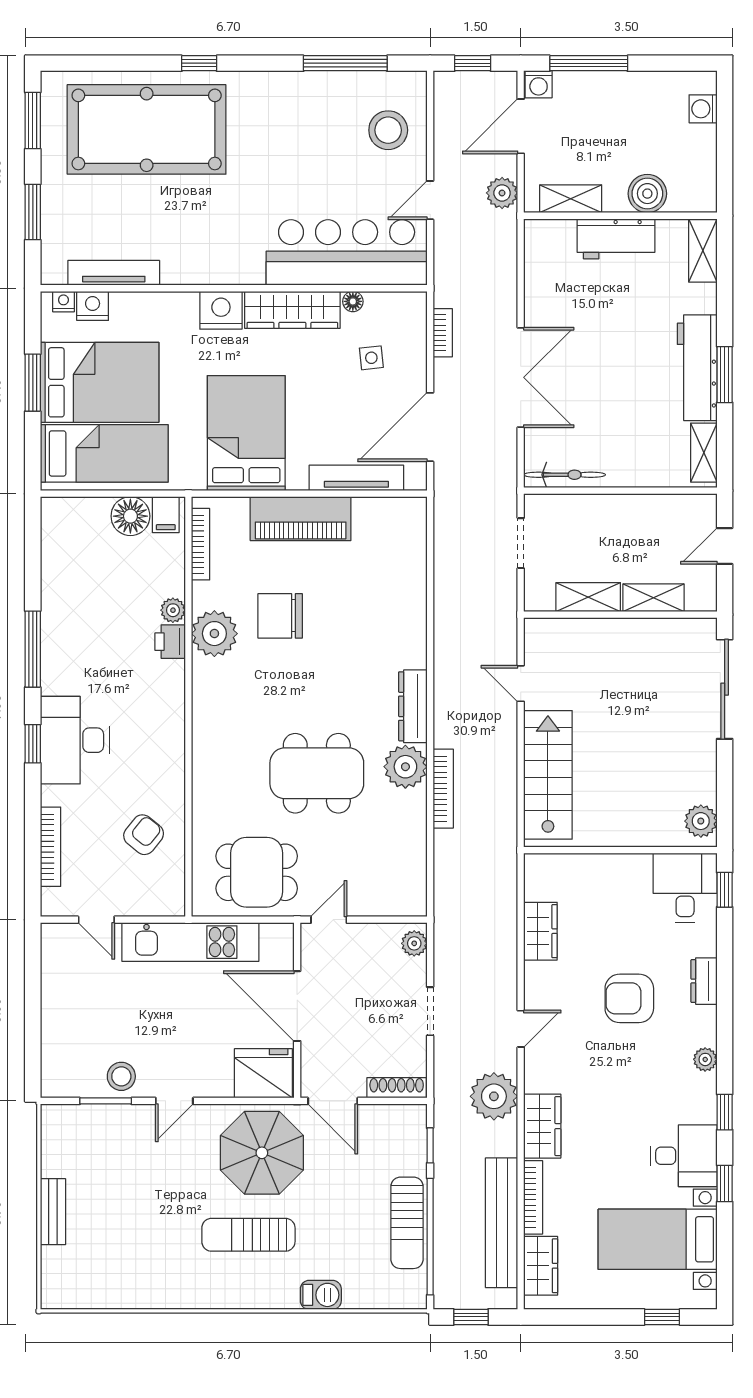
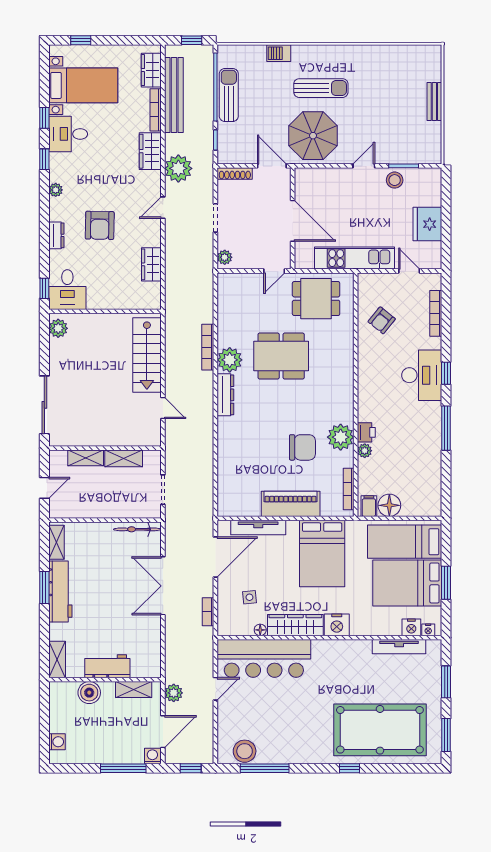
stool: (388, 130) -> (245, 751), moved
armchair: (629, 998) -> (100, 225), turned 91
fridge: (263, 1073) -> (427, 224), moved, turned 90

